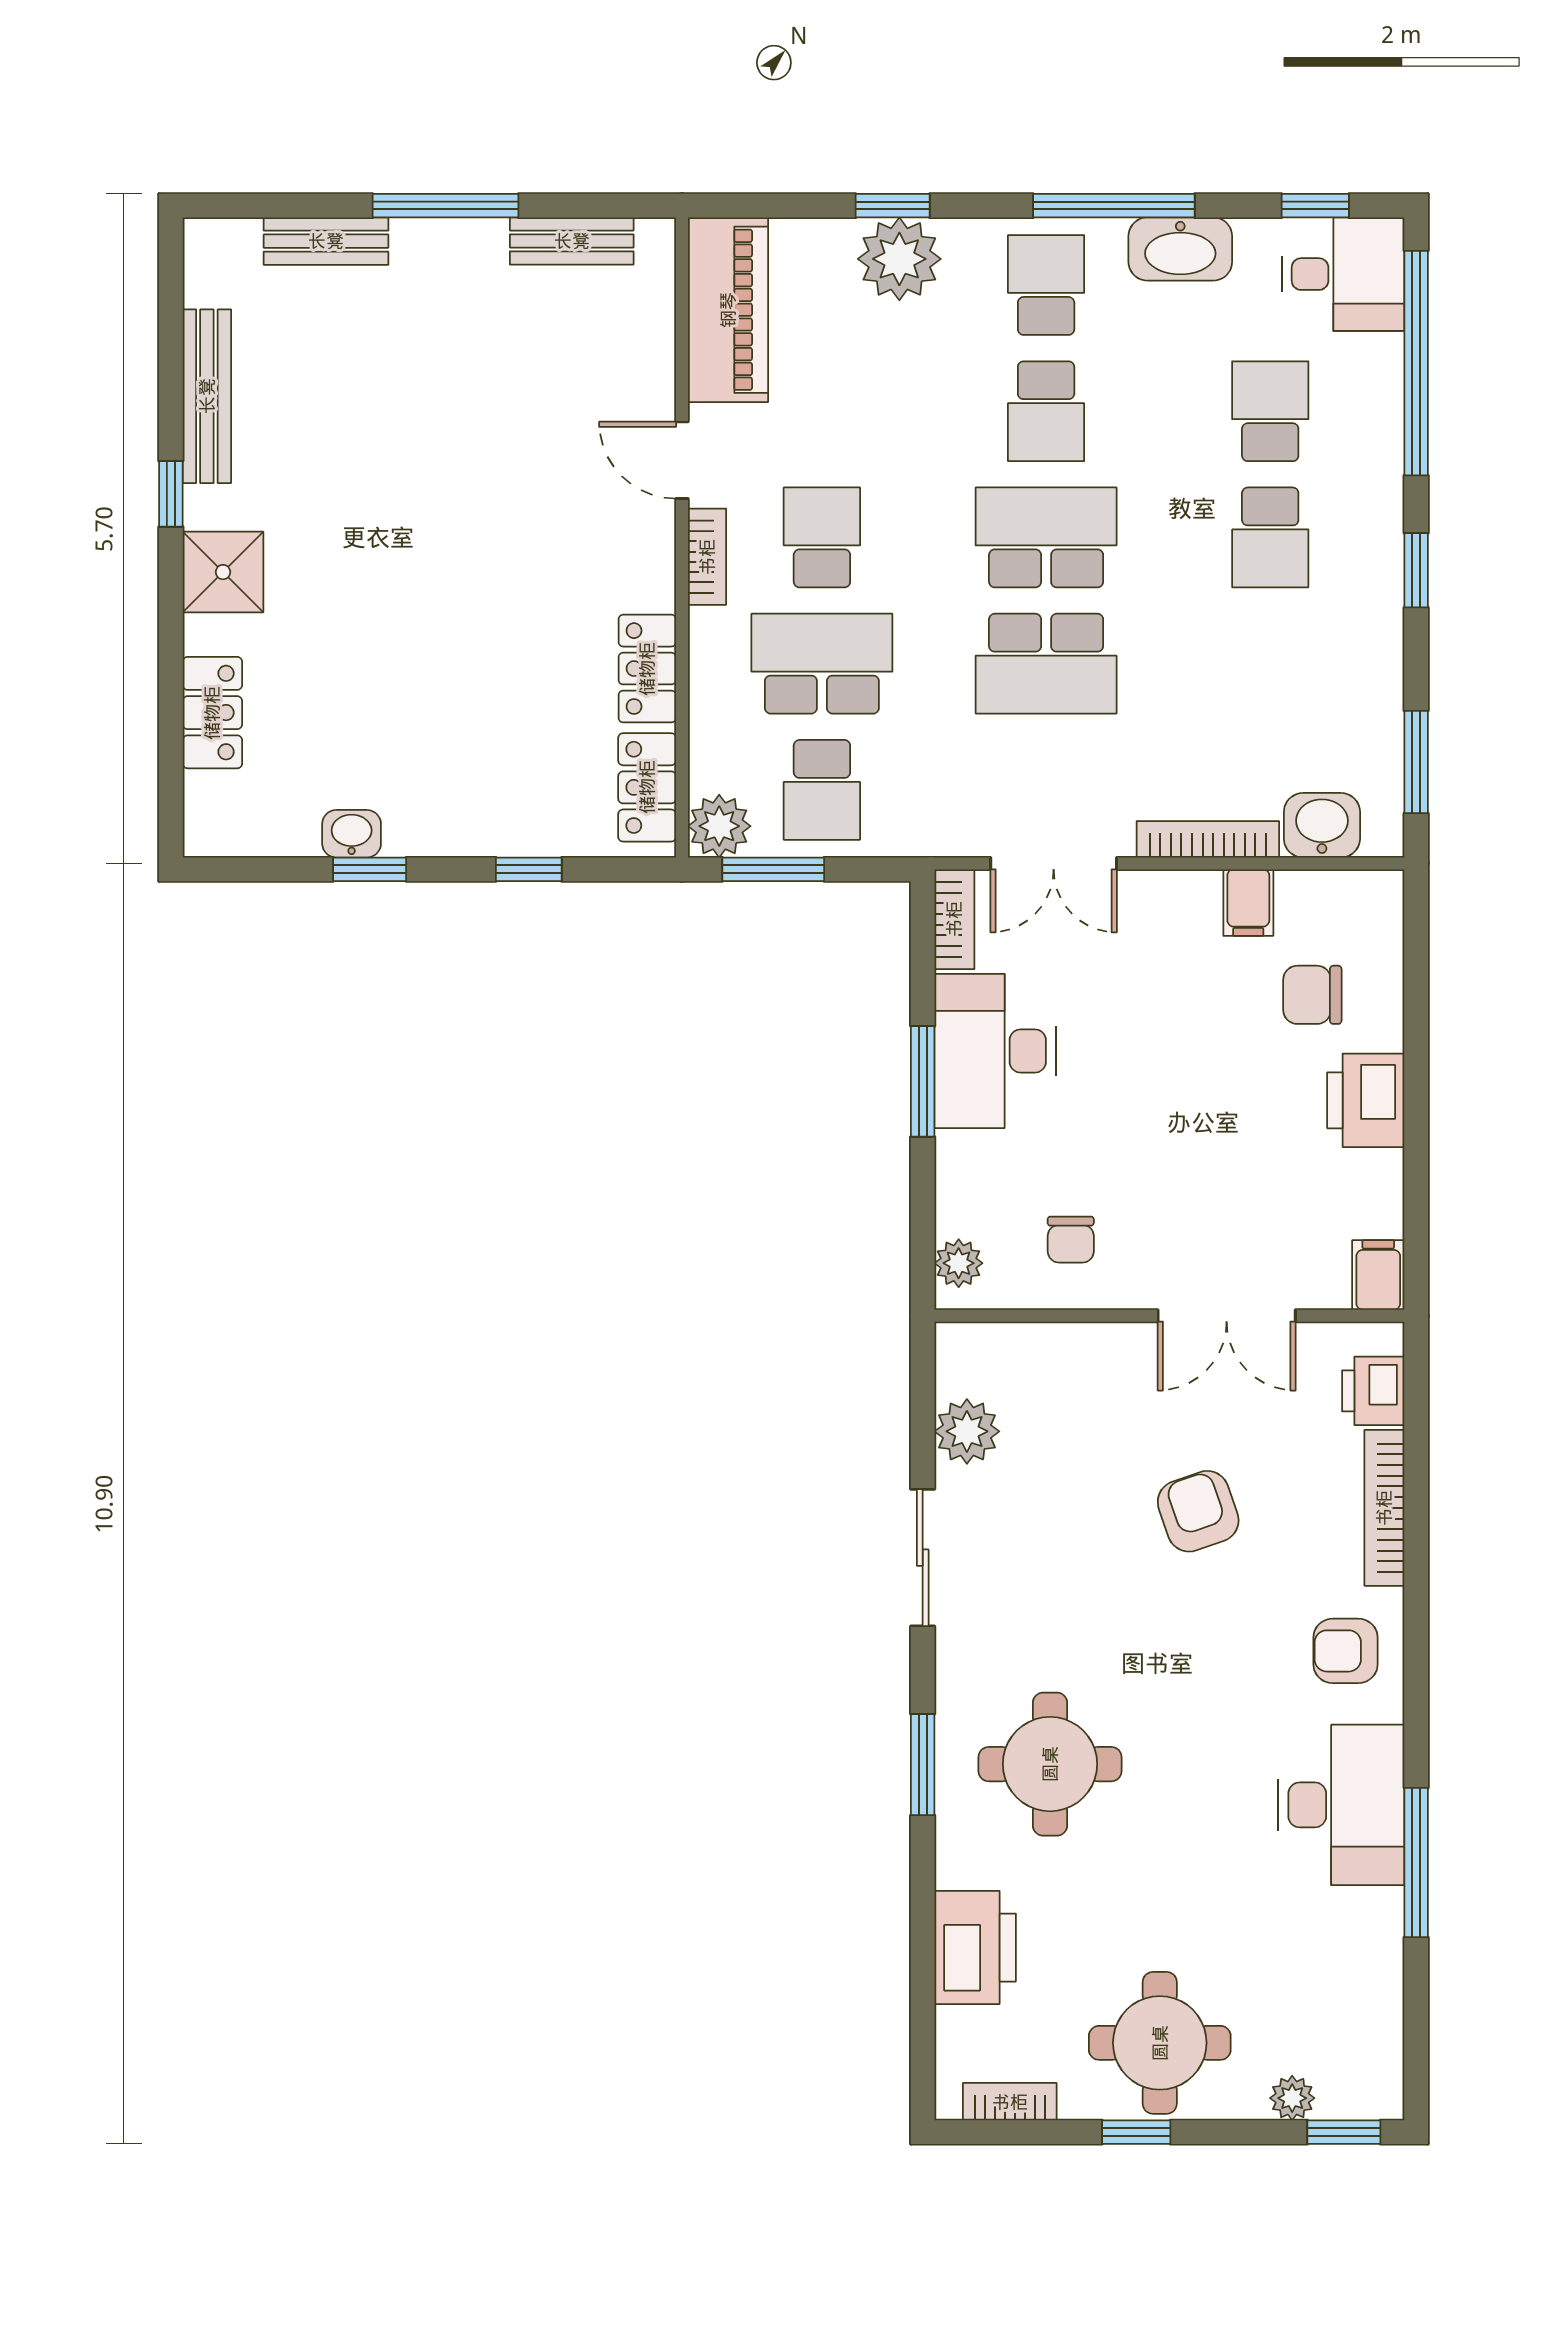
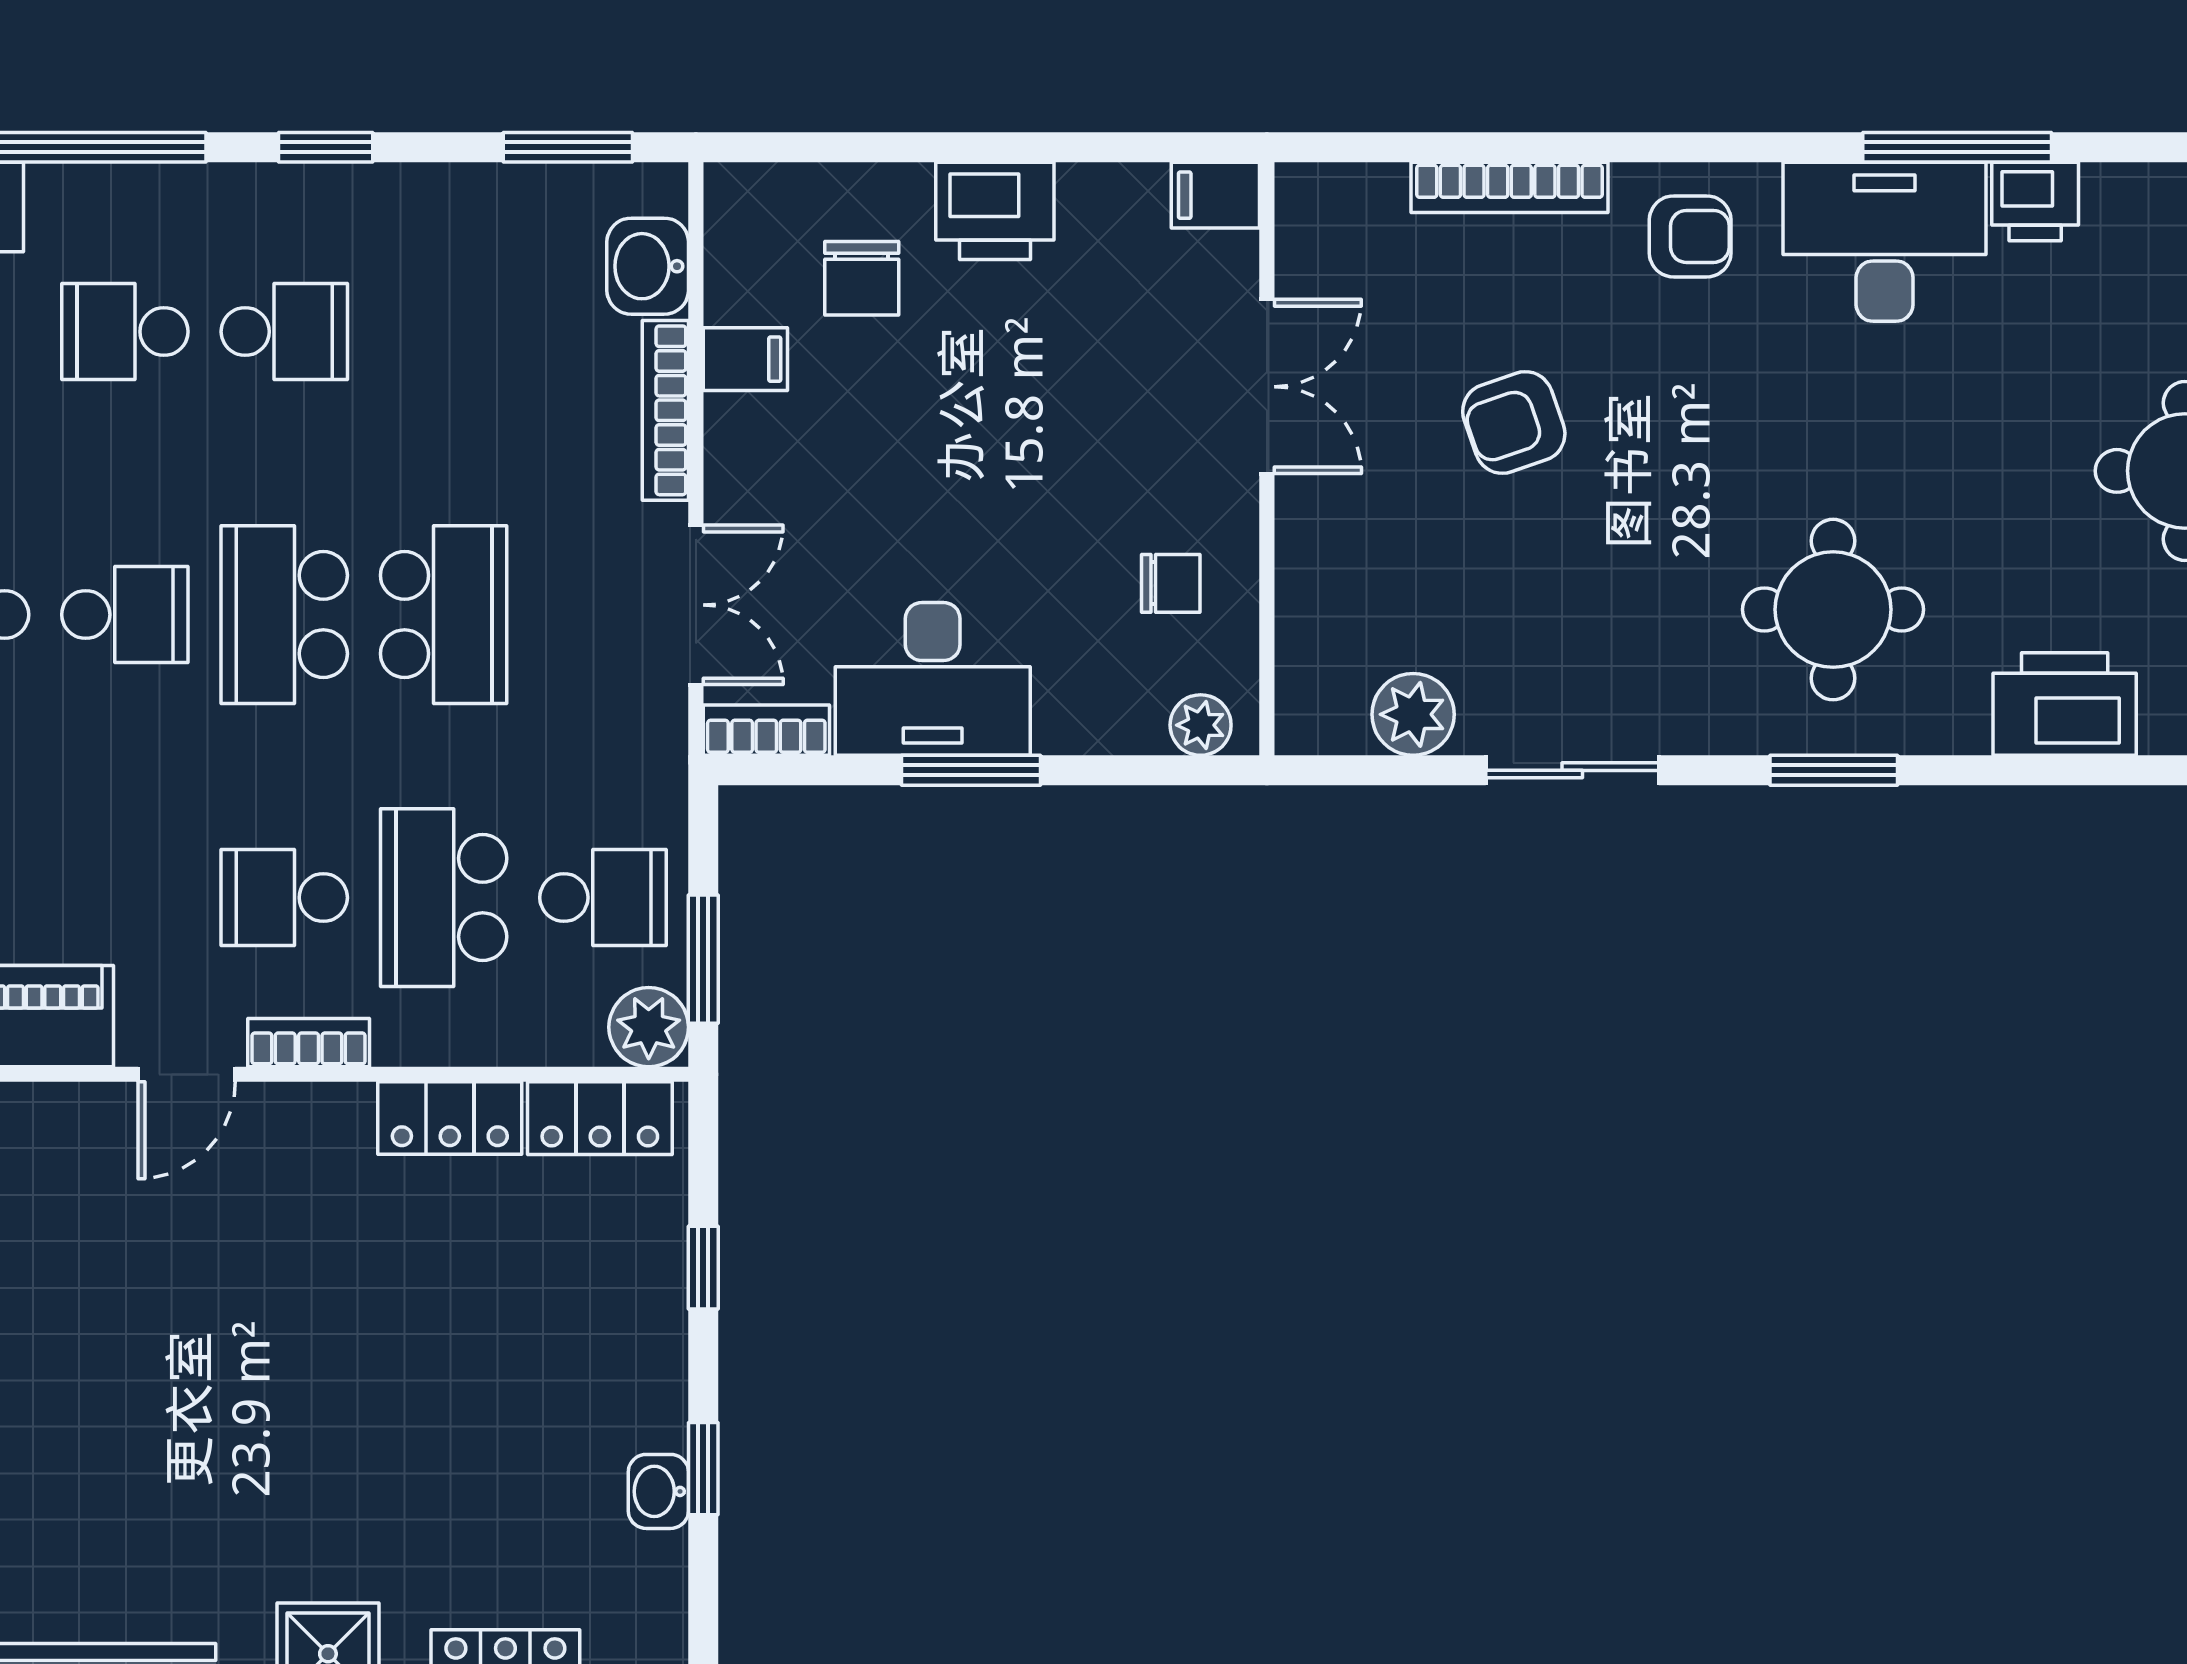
printer: (1373, 1391) -> (2035, 202), moved
armchair: (1345, 1651) -> (1690, 236), turned -90

